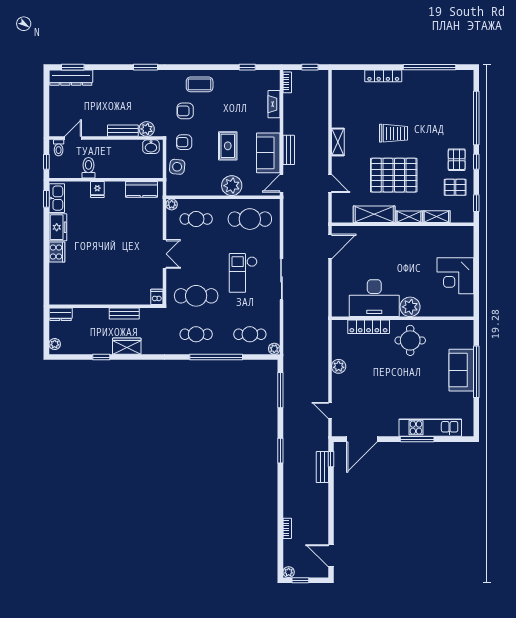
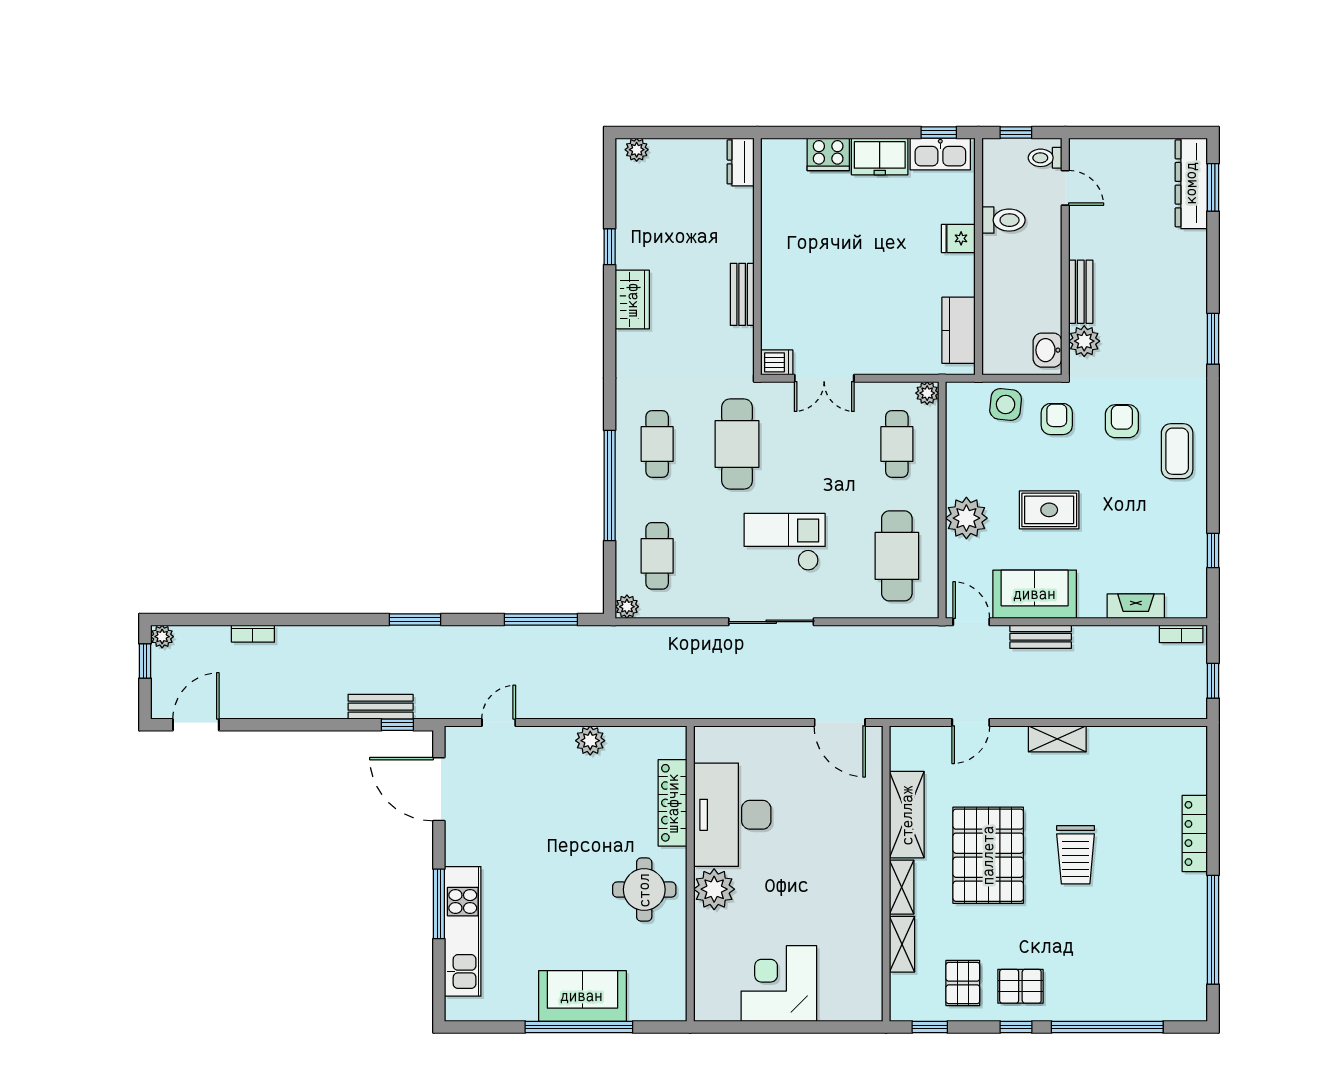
dishwasher: (157, 297) -> (777, 362), moved
wall: (106, 306) -> (757, 256), moved
dresser: (61, 314) -> (741, 162), moved
bench: (124, 314) -> (742, 294), moved

